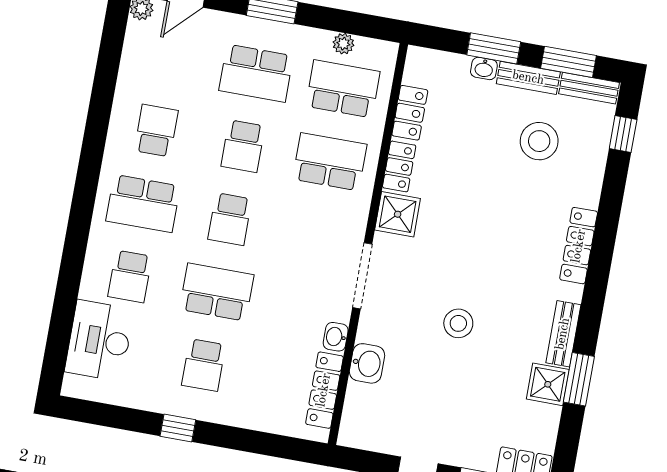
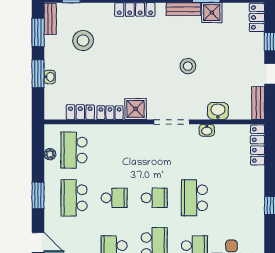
school desk: (256, 73) -> (74, 198), turned 180
bench: (528, 78) -> (258, 103), moved
school desk: (330, 162) -> (114, 150), removed
school desk: (204, 365) -> (234, 198), removed
locker: (324, 390) -> (257, 145), moved, turned 90

